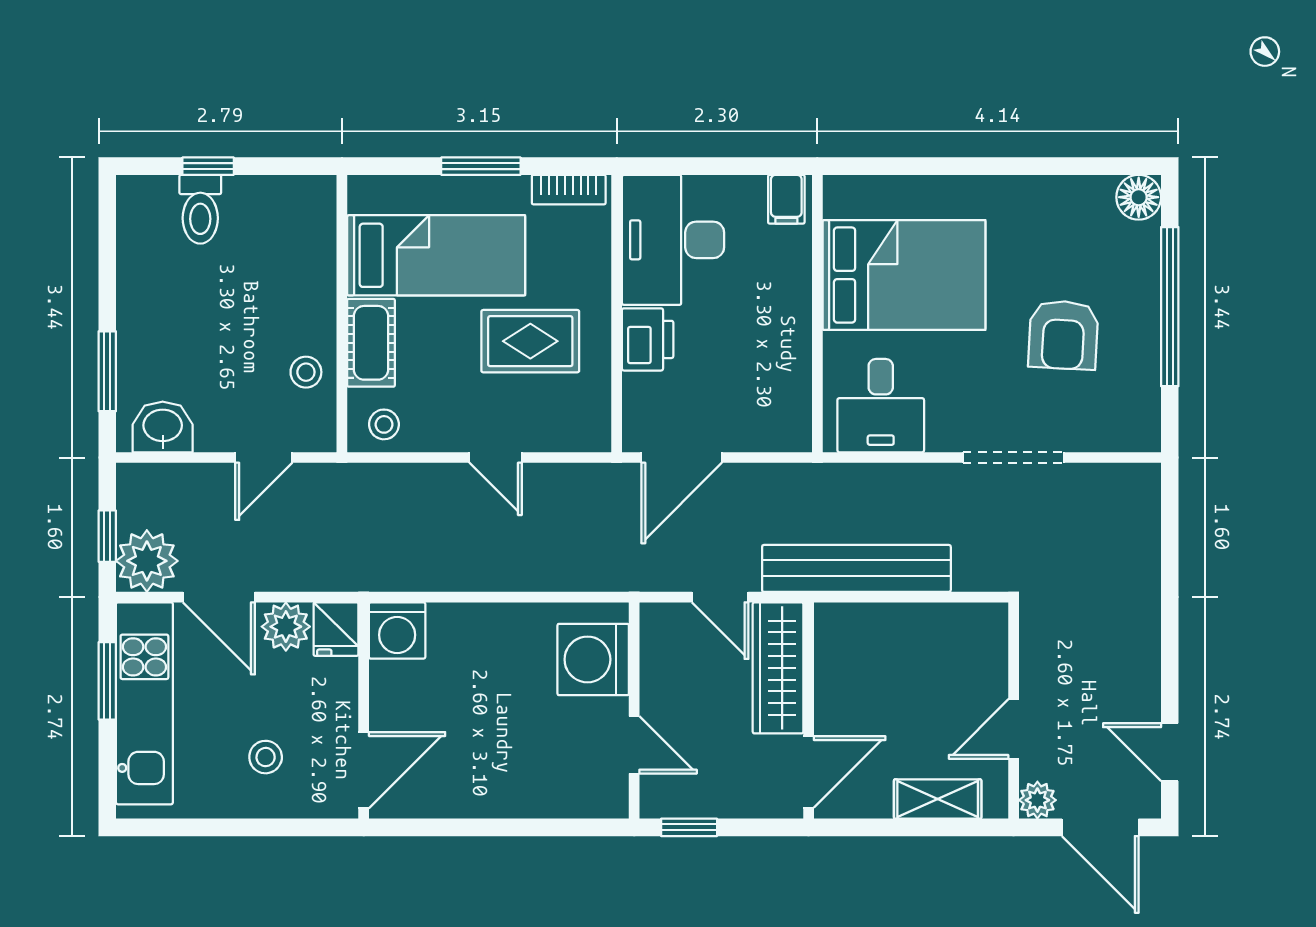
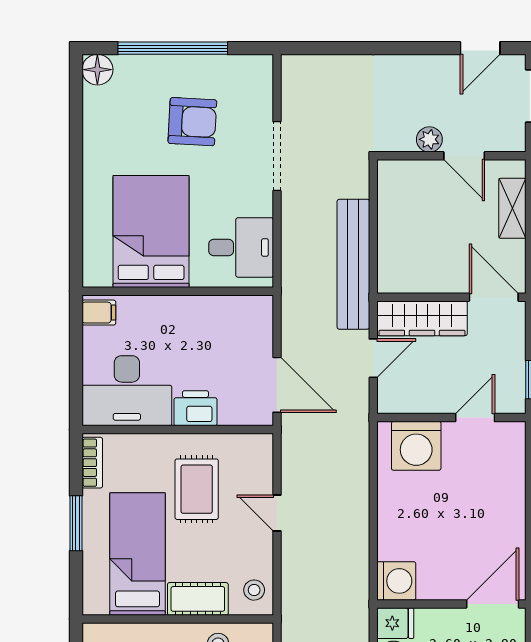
door: (496, 458) -> (277, 513), swing flipped
door: (364, 770) -> (493, 604), hinge flipped
plant: (1037, 800) -> (429, 139), moved

